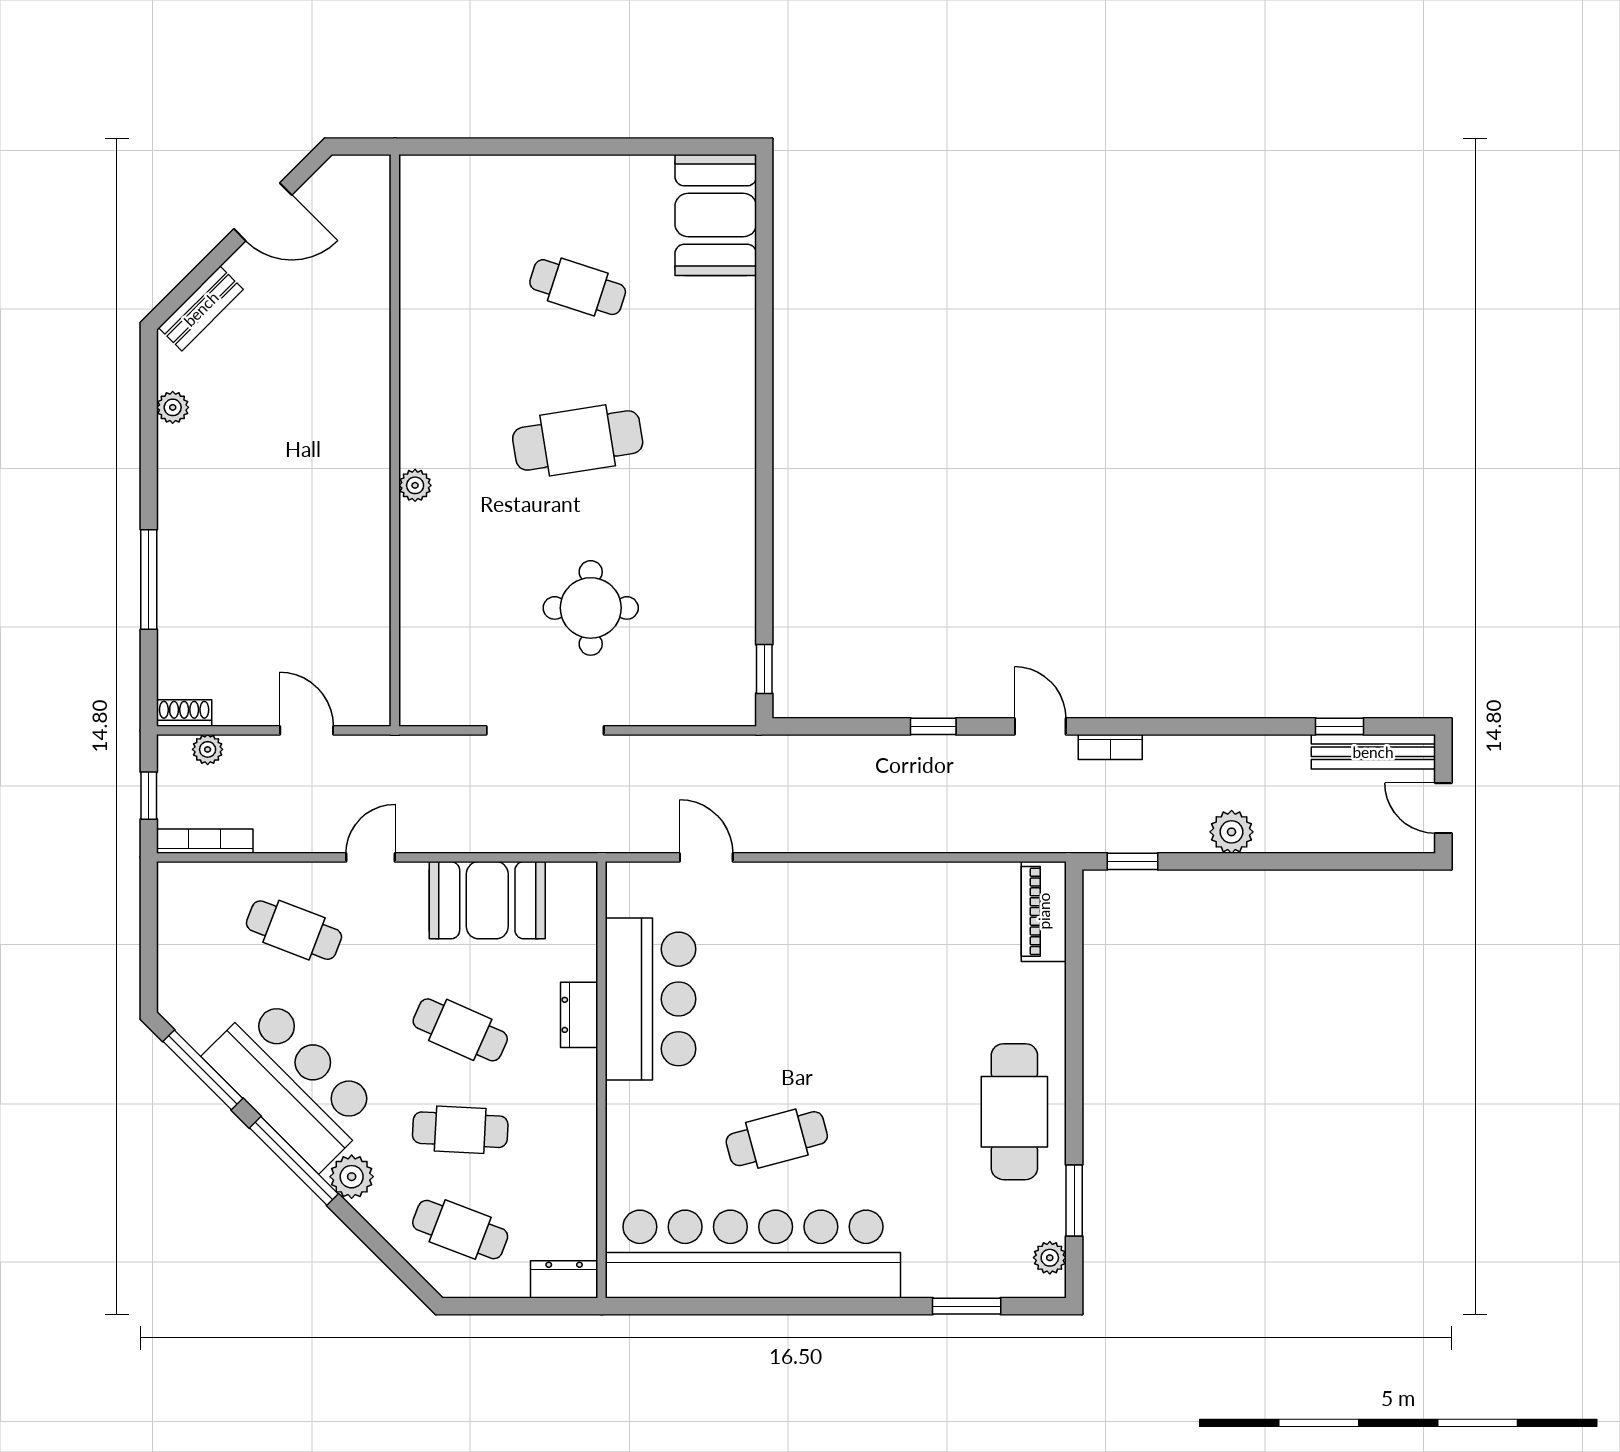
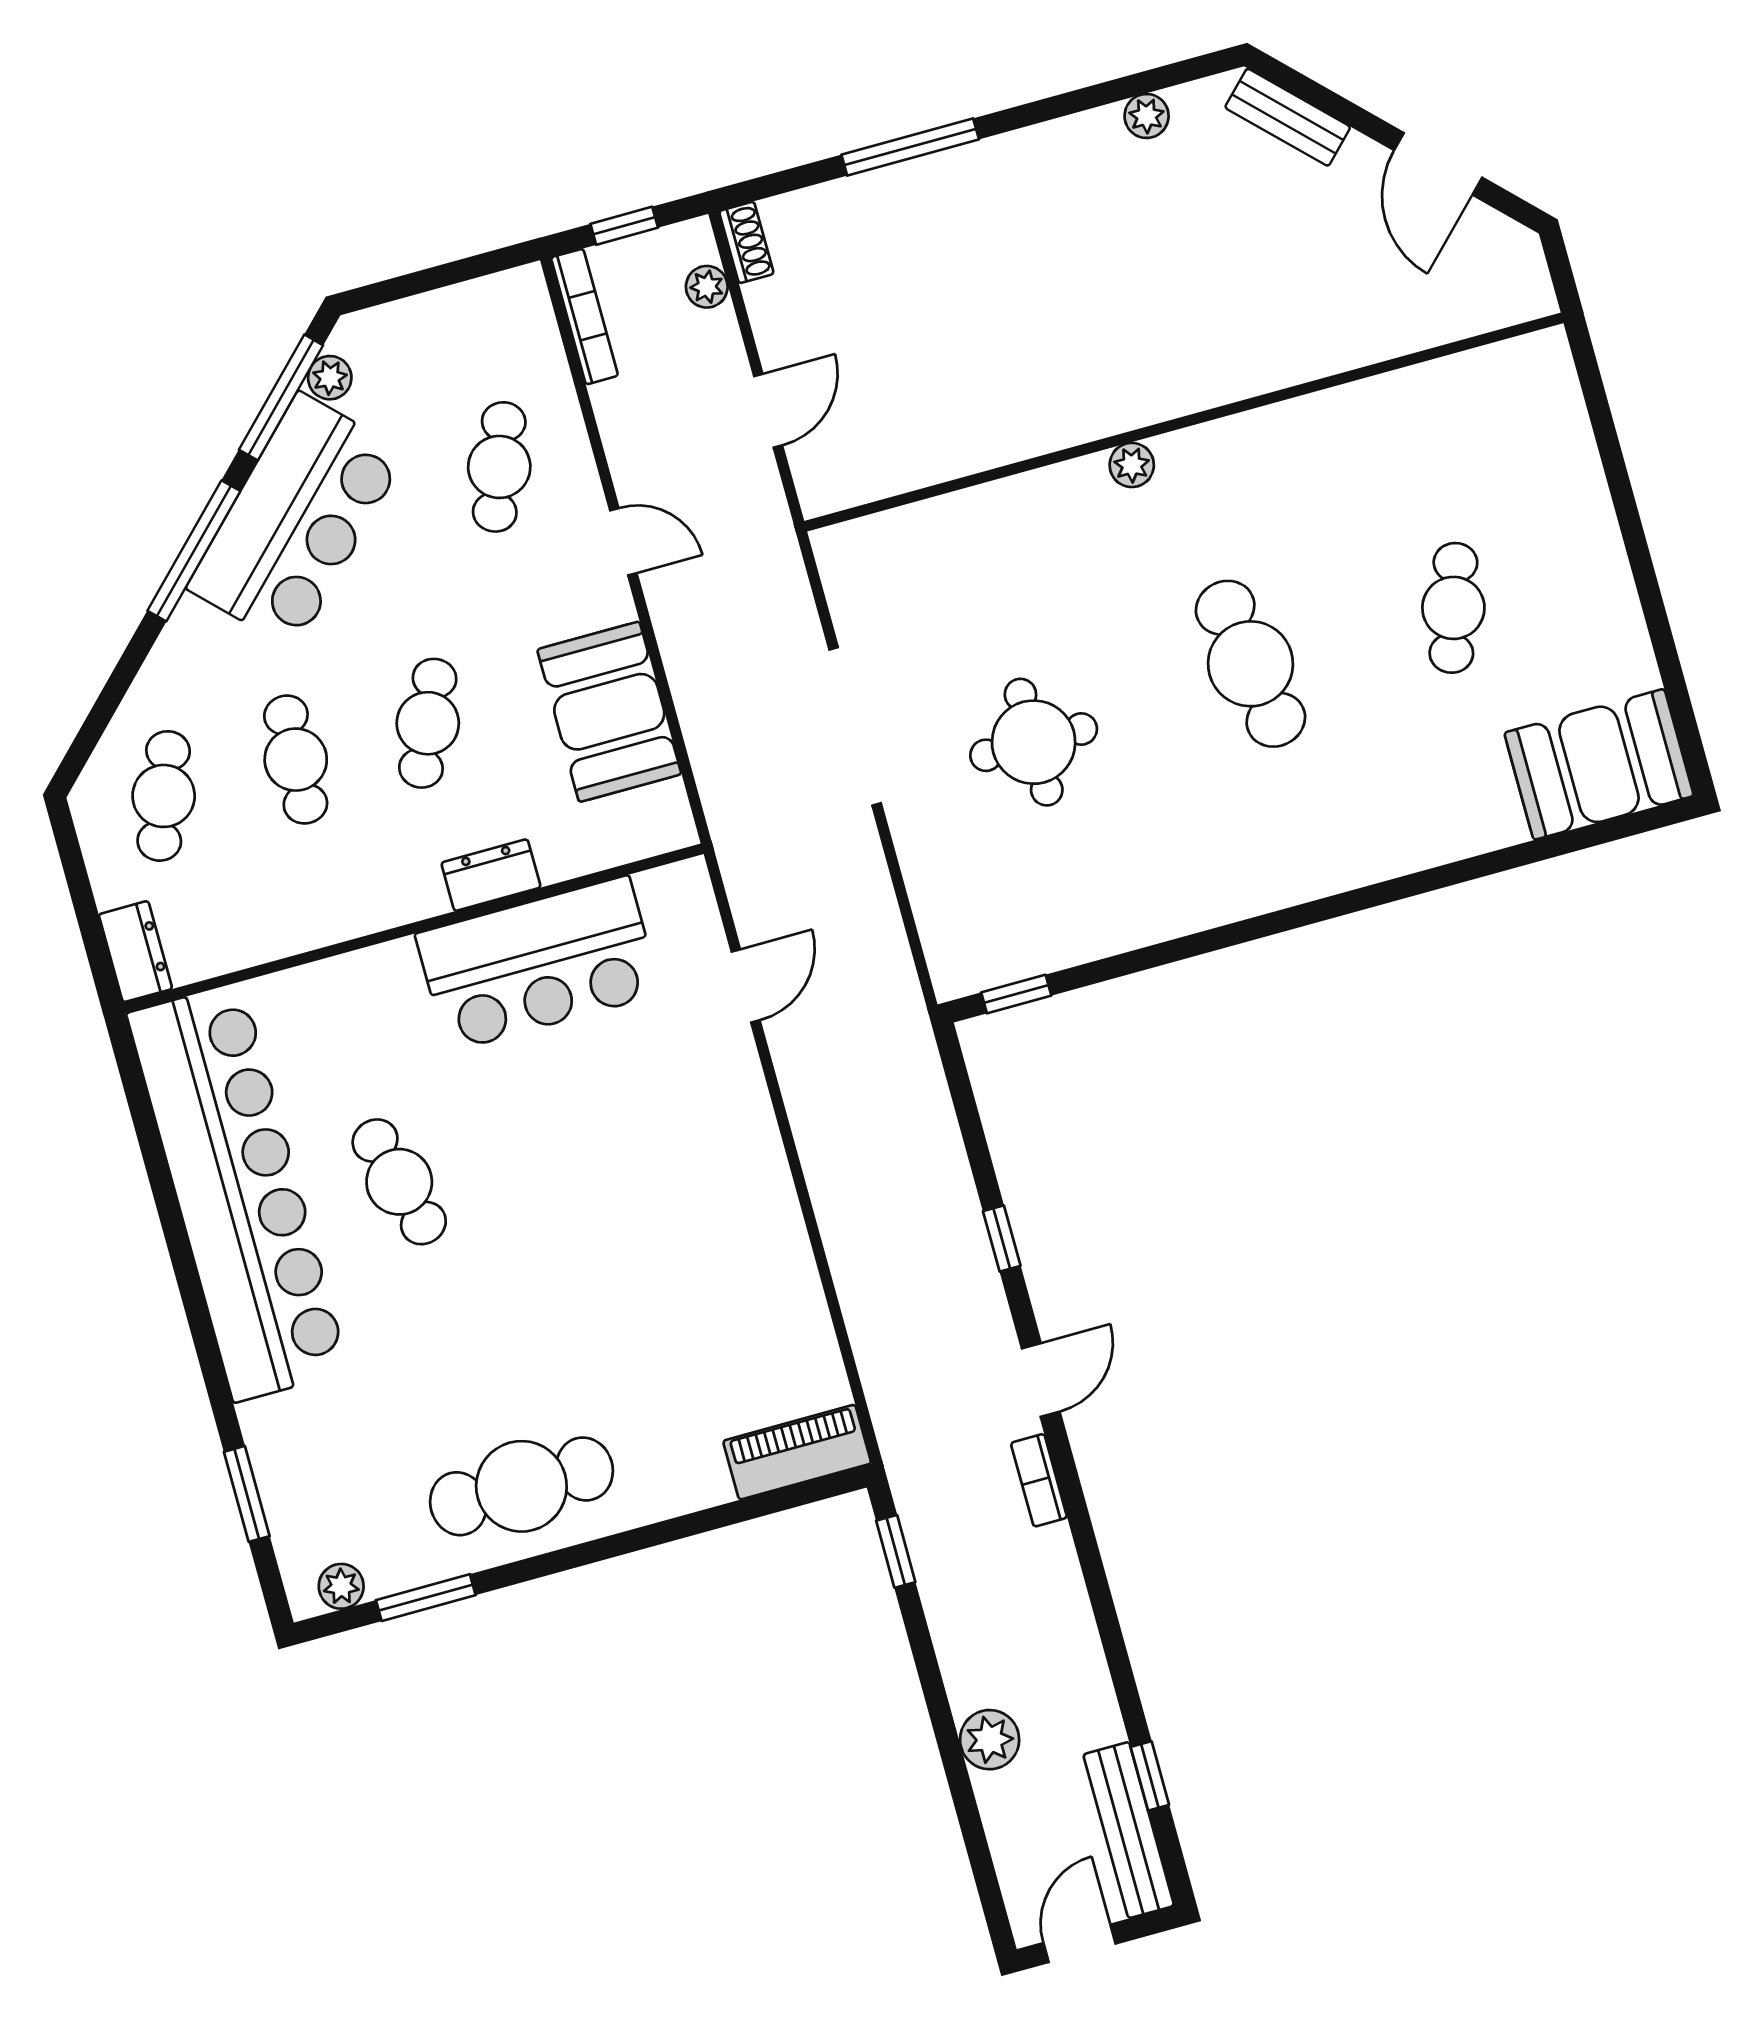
plant: (1232, 832) -> (990, 1740), moved
plant: (352, 1177) -> (330, 378), moved, width x0.73, depth x0.73

